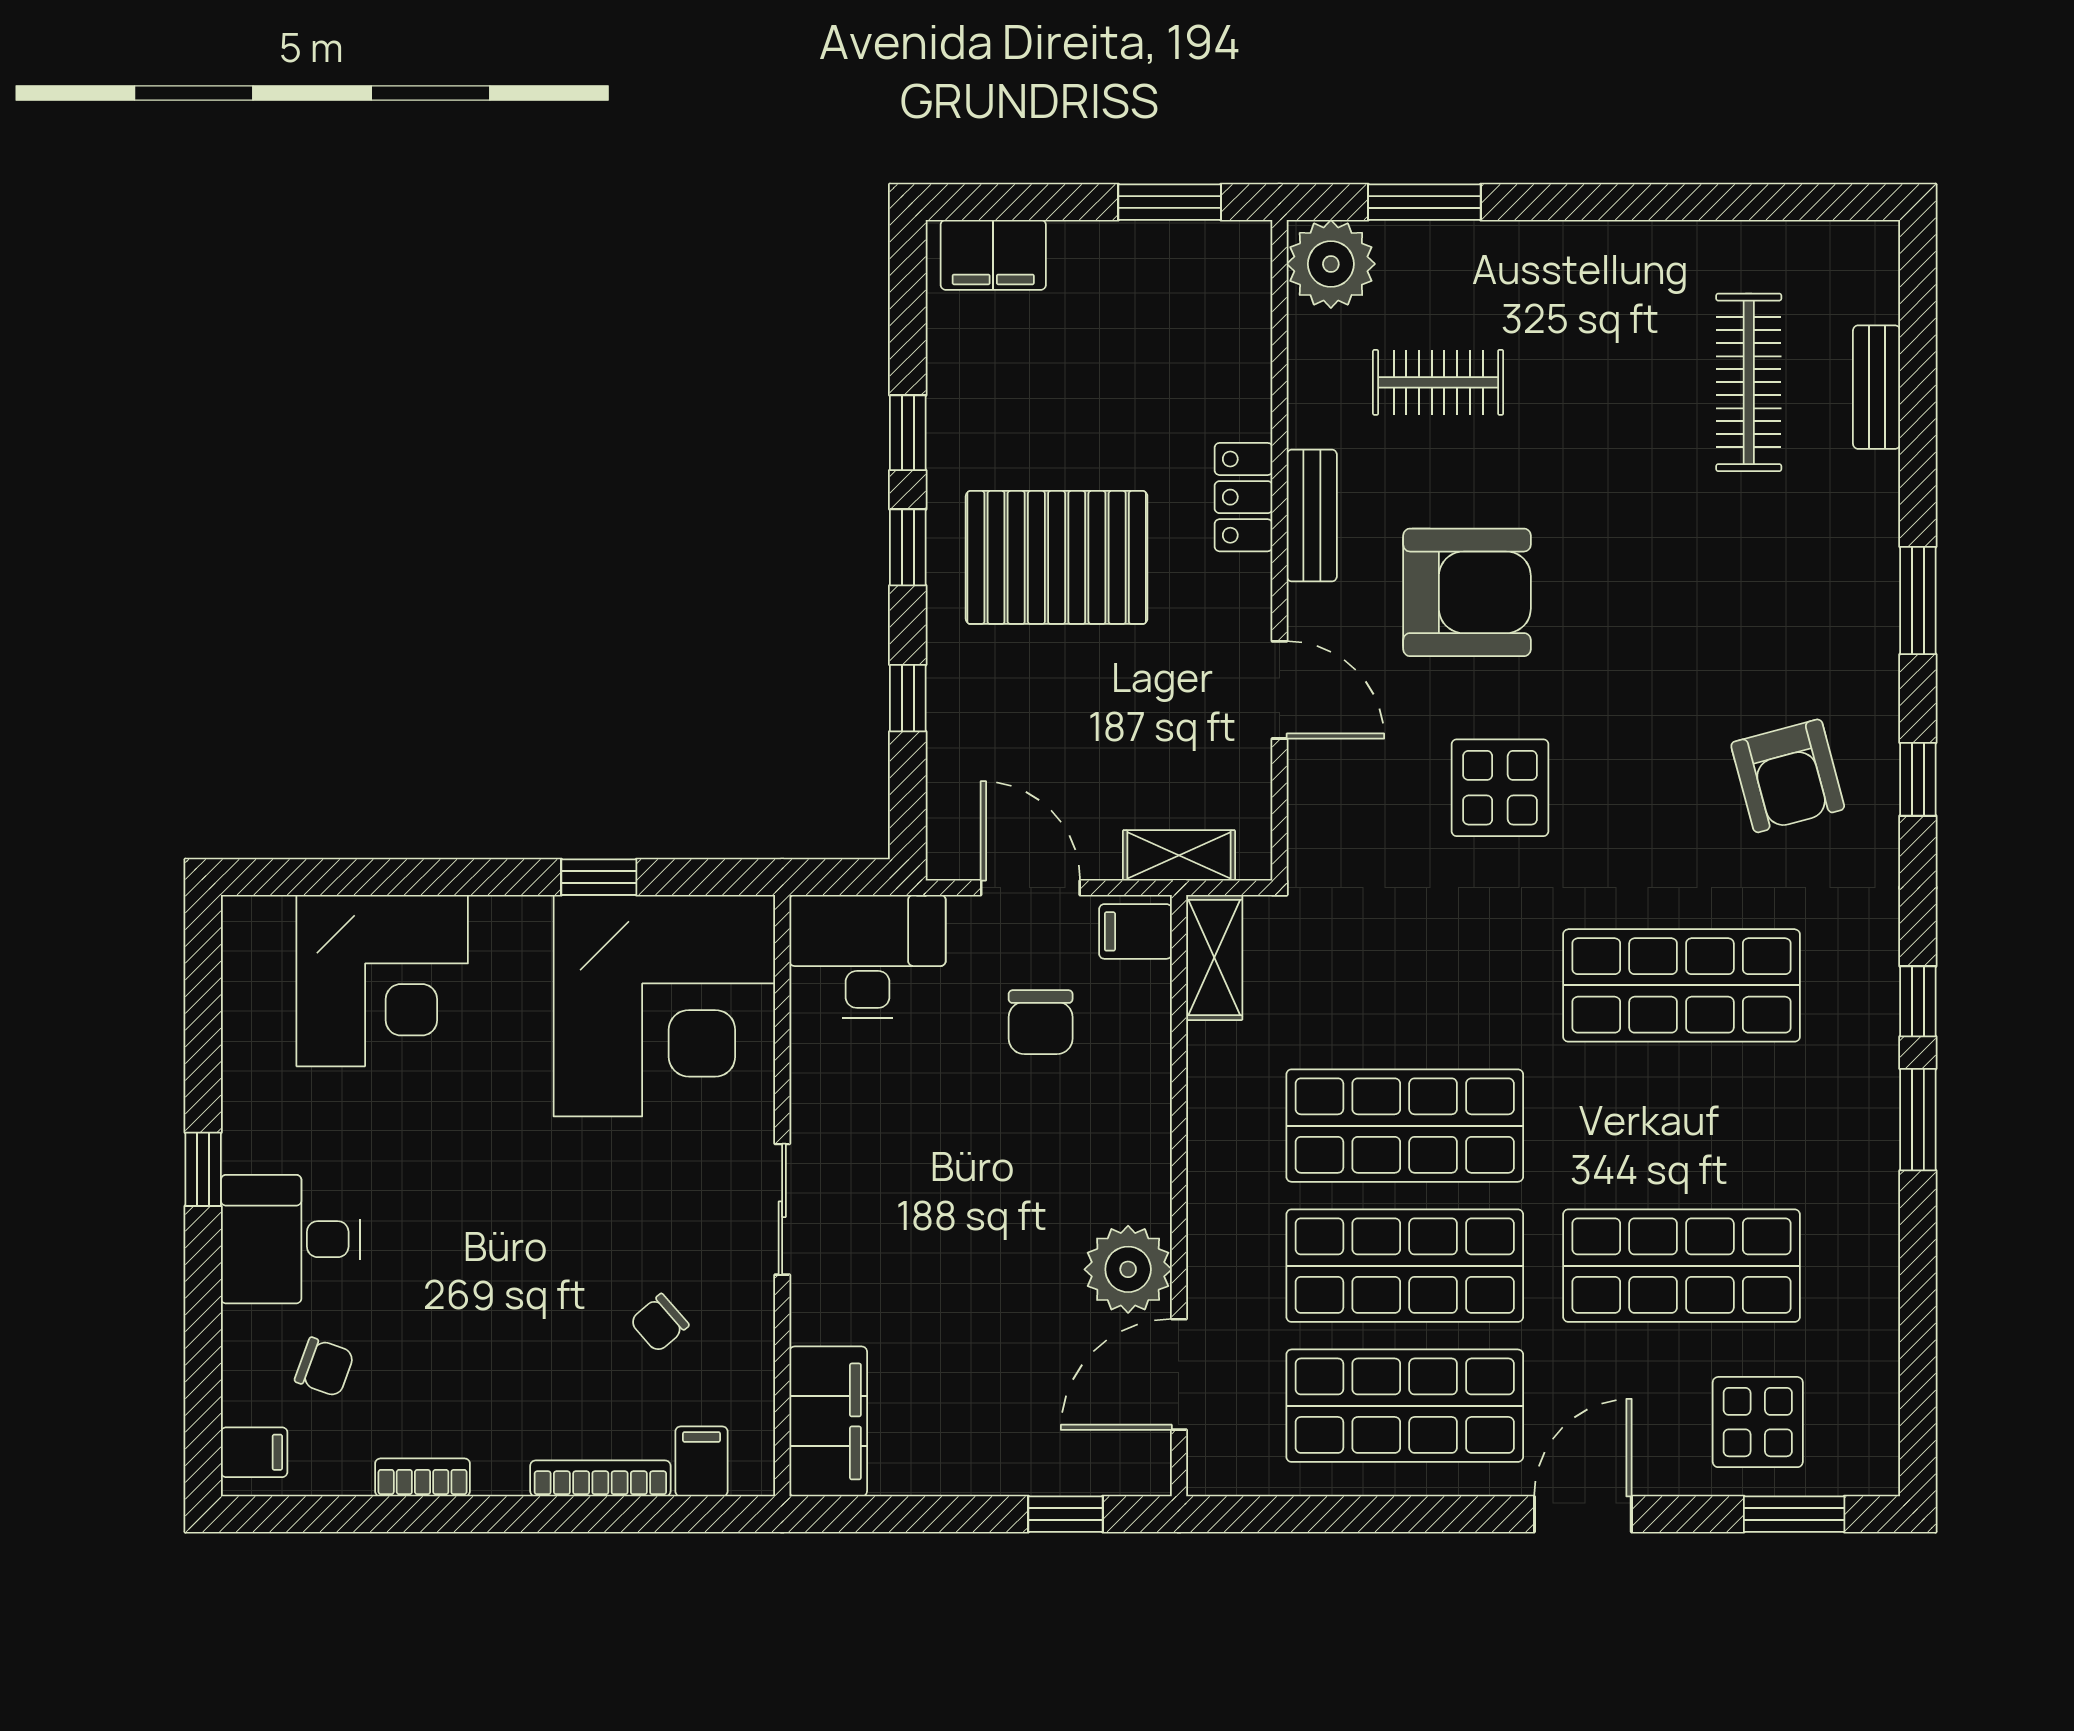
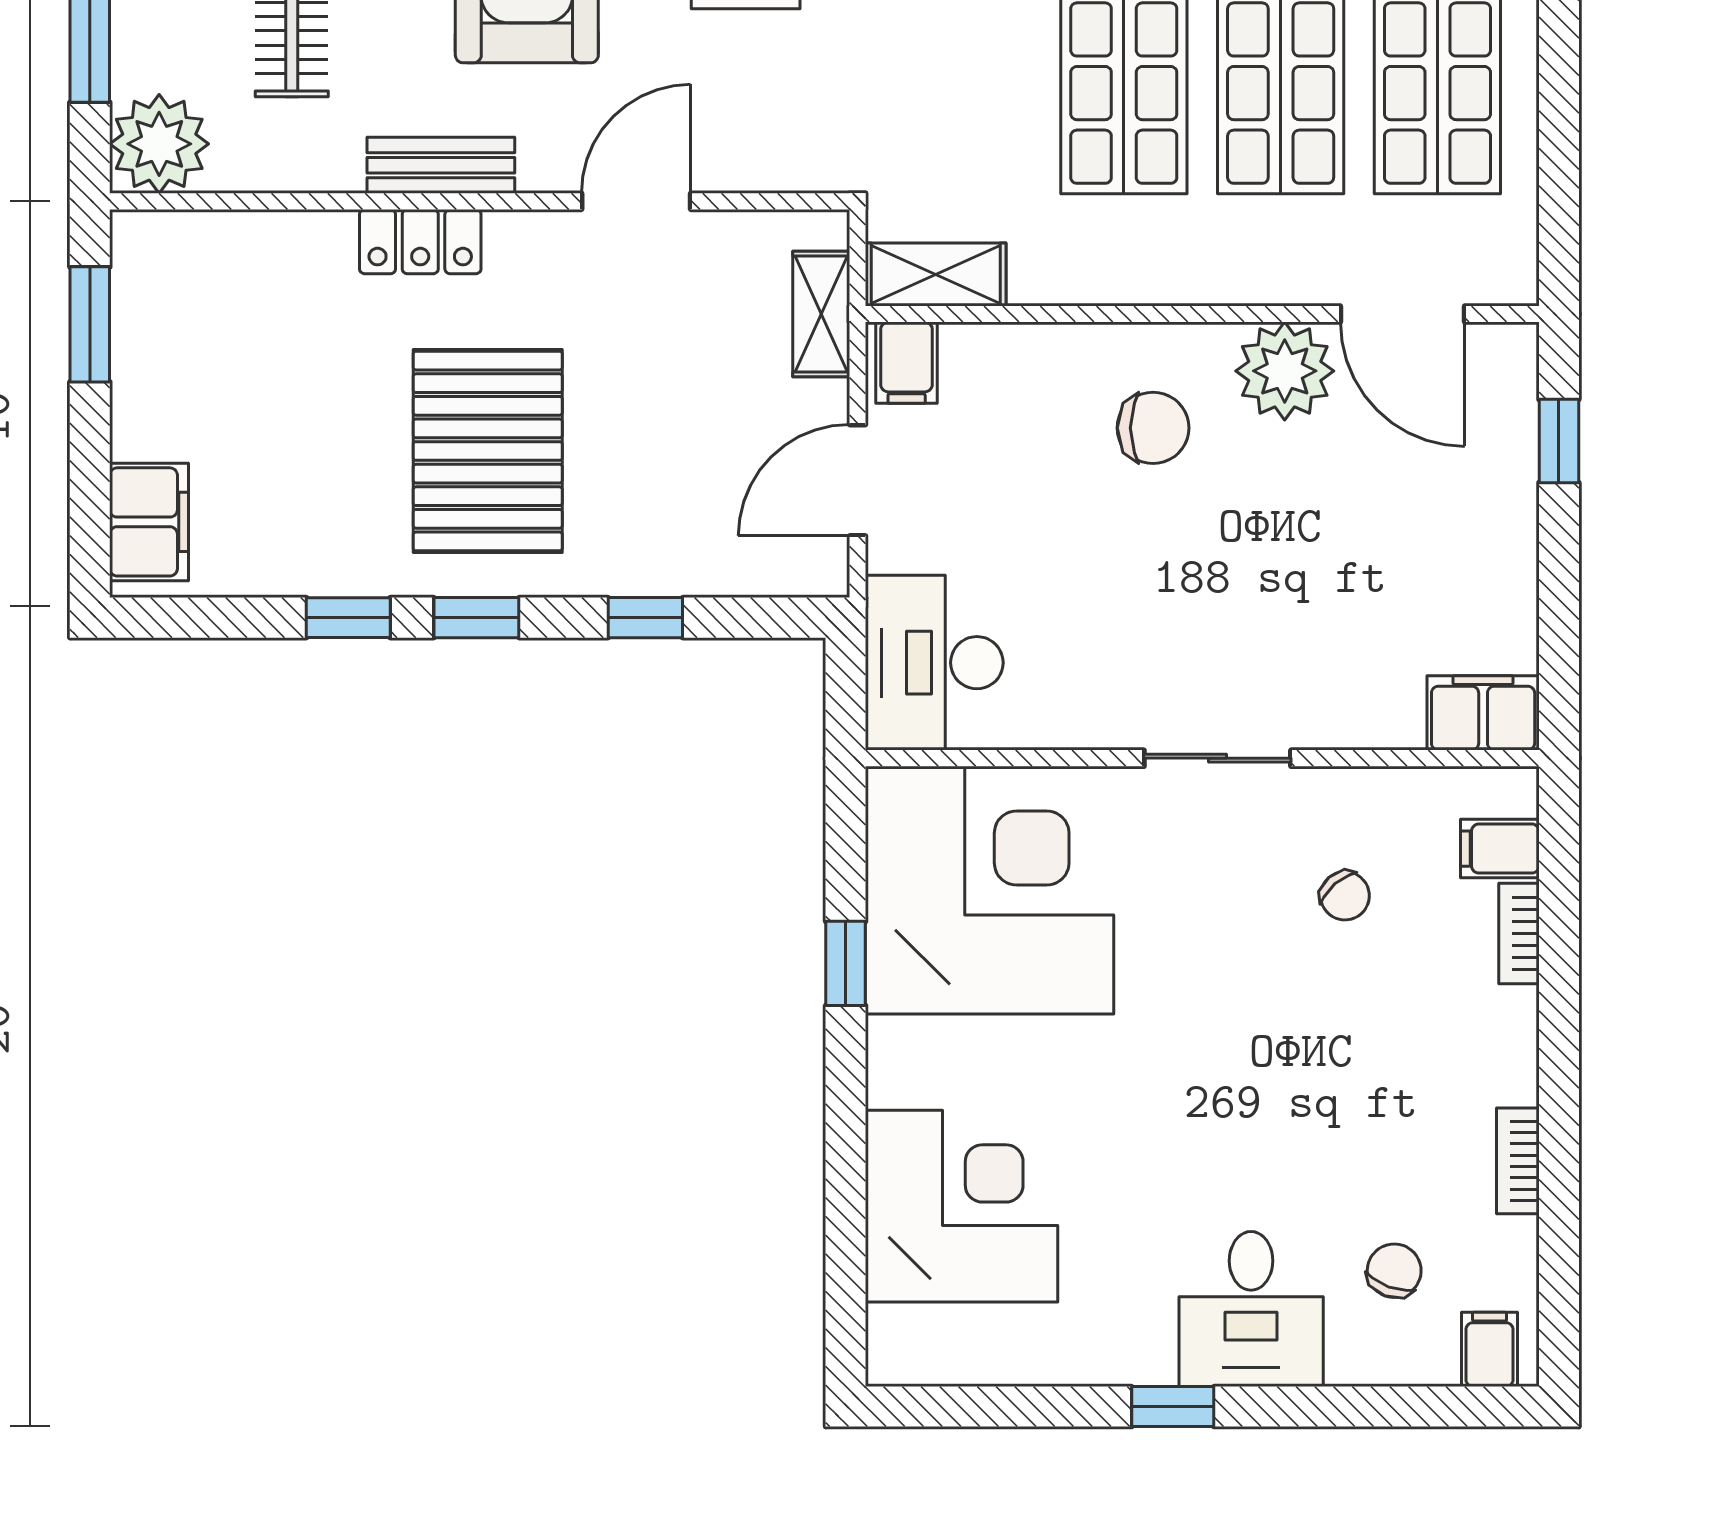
chair: (1041, 1022) -> (1153, 428), moved
filing cabinet: (828, 1421) -> (1483, 713), width x0.67, depth x0.86
bookcase: (600, 1478) -> (1519, 933), width x0.64

